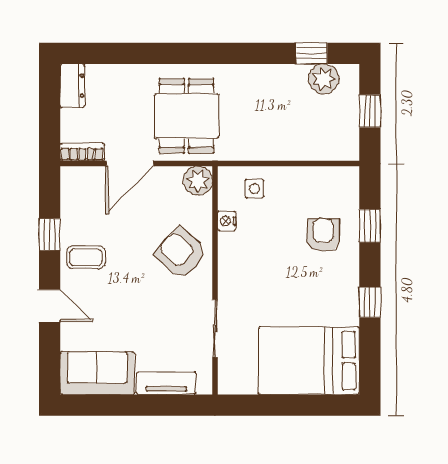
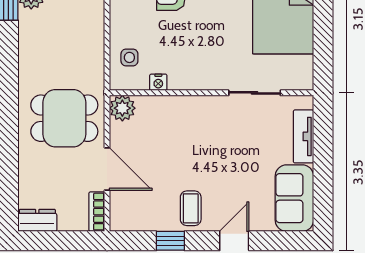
armchair: (181, 253) -> (187, 123), removed

